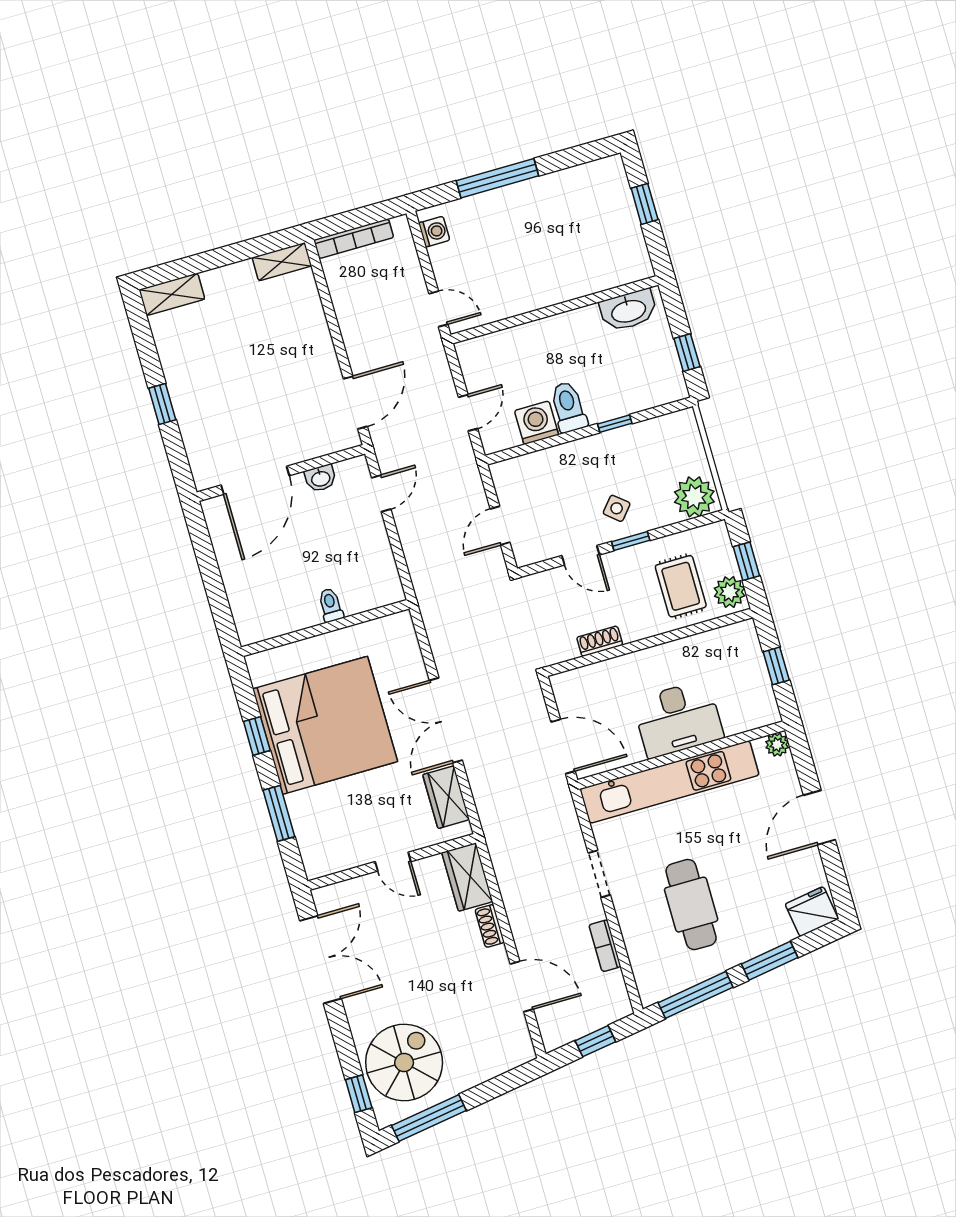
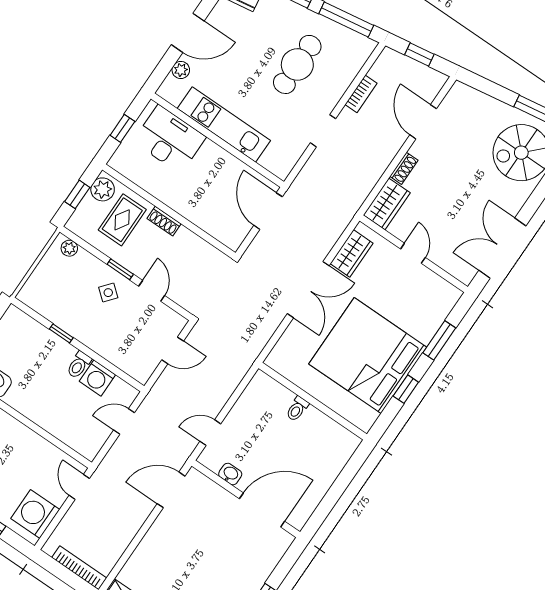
washing machine: (434, 232) -> (35, 514), width x1.89, depth x1.89
toilet: (568, 407) -> (79, 365), width x0.73, depth x0.72
plant: (694, 497) -> (69, 248), width x0.53, depth x0.53
shoe rack: (600, 641) -> (164, 221), moved
desk: (678, 719) -> (169, 139), moved
plant: (777, 745) -> (181, 70), moved
kitchen unit: (669, 782) -> (224, 125), width x0.73

